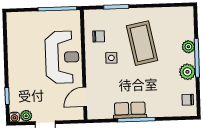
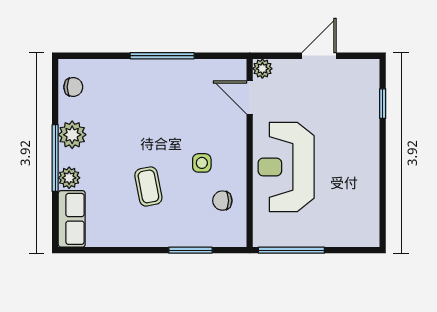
coffee table: (142, 43) -> (148, 186), width x0.54, depth x0.58
door: (85, 97) -> (250, 98), swing flipped
row of seats: (130, 110) -> (72, 219), moved, turned -90
plant: (26, 116) -> (262, 69), moved
water cooler: (14, 117) -> (371, 67), removed

